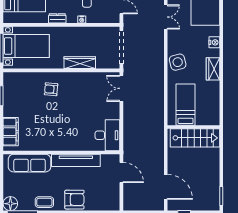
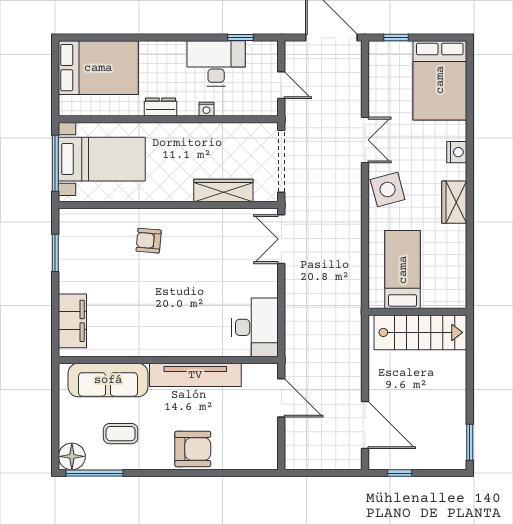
double door: (166, 17) -> (365, 140), moved
wardrobe: (80, 63) -> (223, 190), moved
coffee table: (44, 202) -> (121, 434), moved

